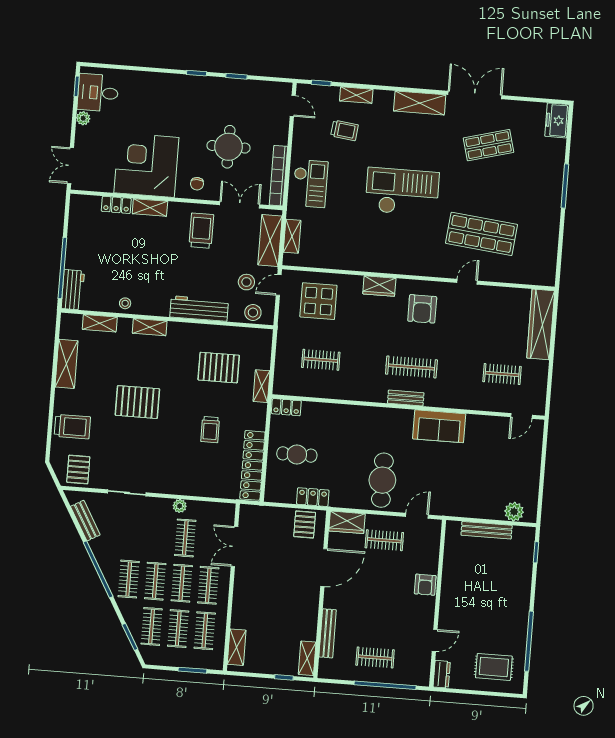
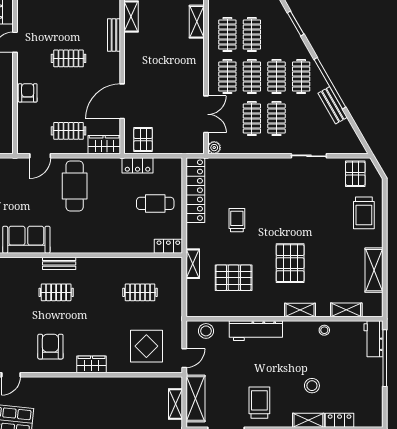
trolley: (201, 231) -> (259, 403), turned 180
stool: (246, 282) -> (312, 386), moved
clothes rail: (411, 367) -> (56, 292), width x0.73
pallet: (137, 402) -> (290, 263), moved, turned 90
trolley: (72, 427) -> (364, 213), turned -90
plant: (180, 506) -> (214, 148), moved
bench: (85, 521) -> (333, 105), moved
clothes rail: (152, 626) -> (277, 119), moved
bench: (328, 633) -> (114, 35), width x0.73
clothes rail: (375, 657) -> (69, 58), moved

